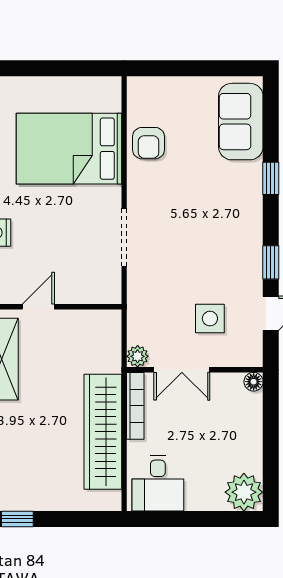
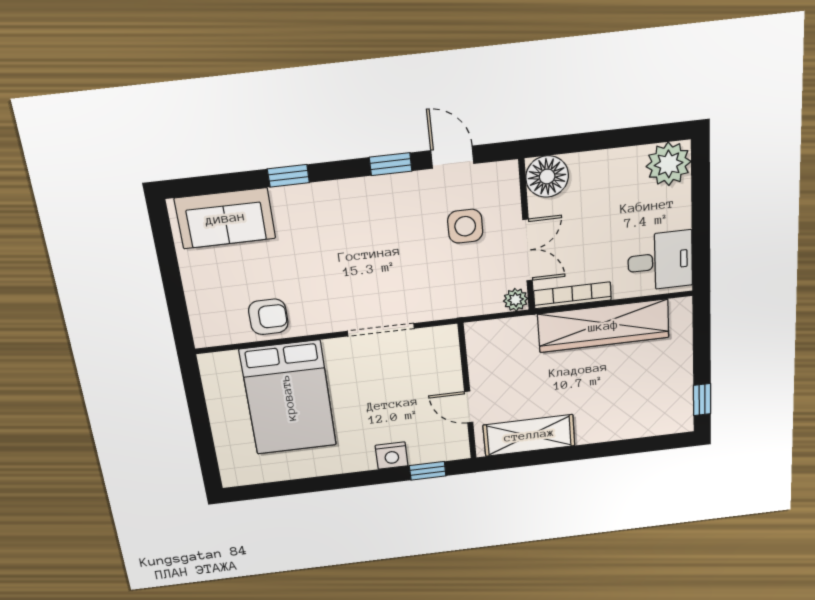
floor lamp: (254, 382) -> (547, 176), width x1.89, depth x1.89

